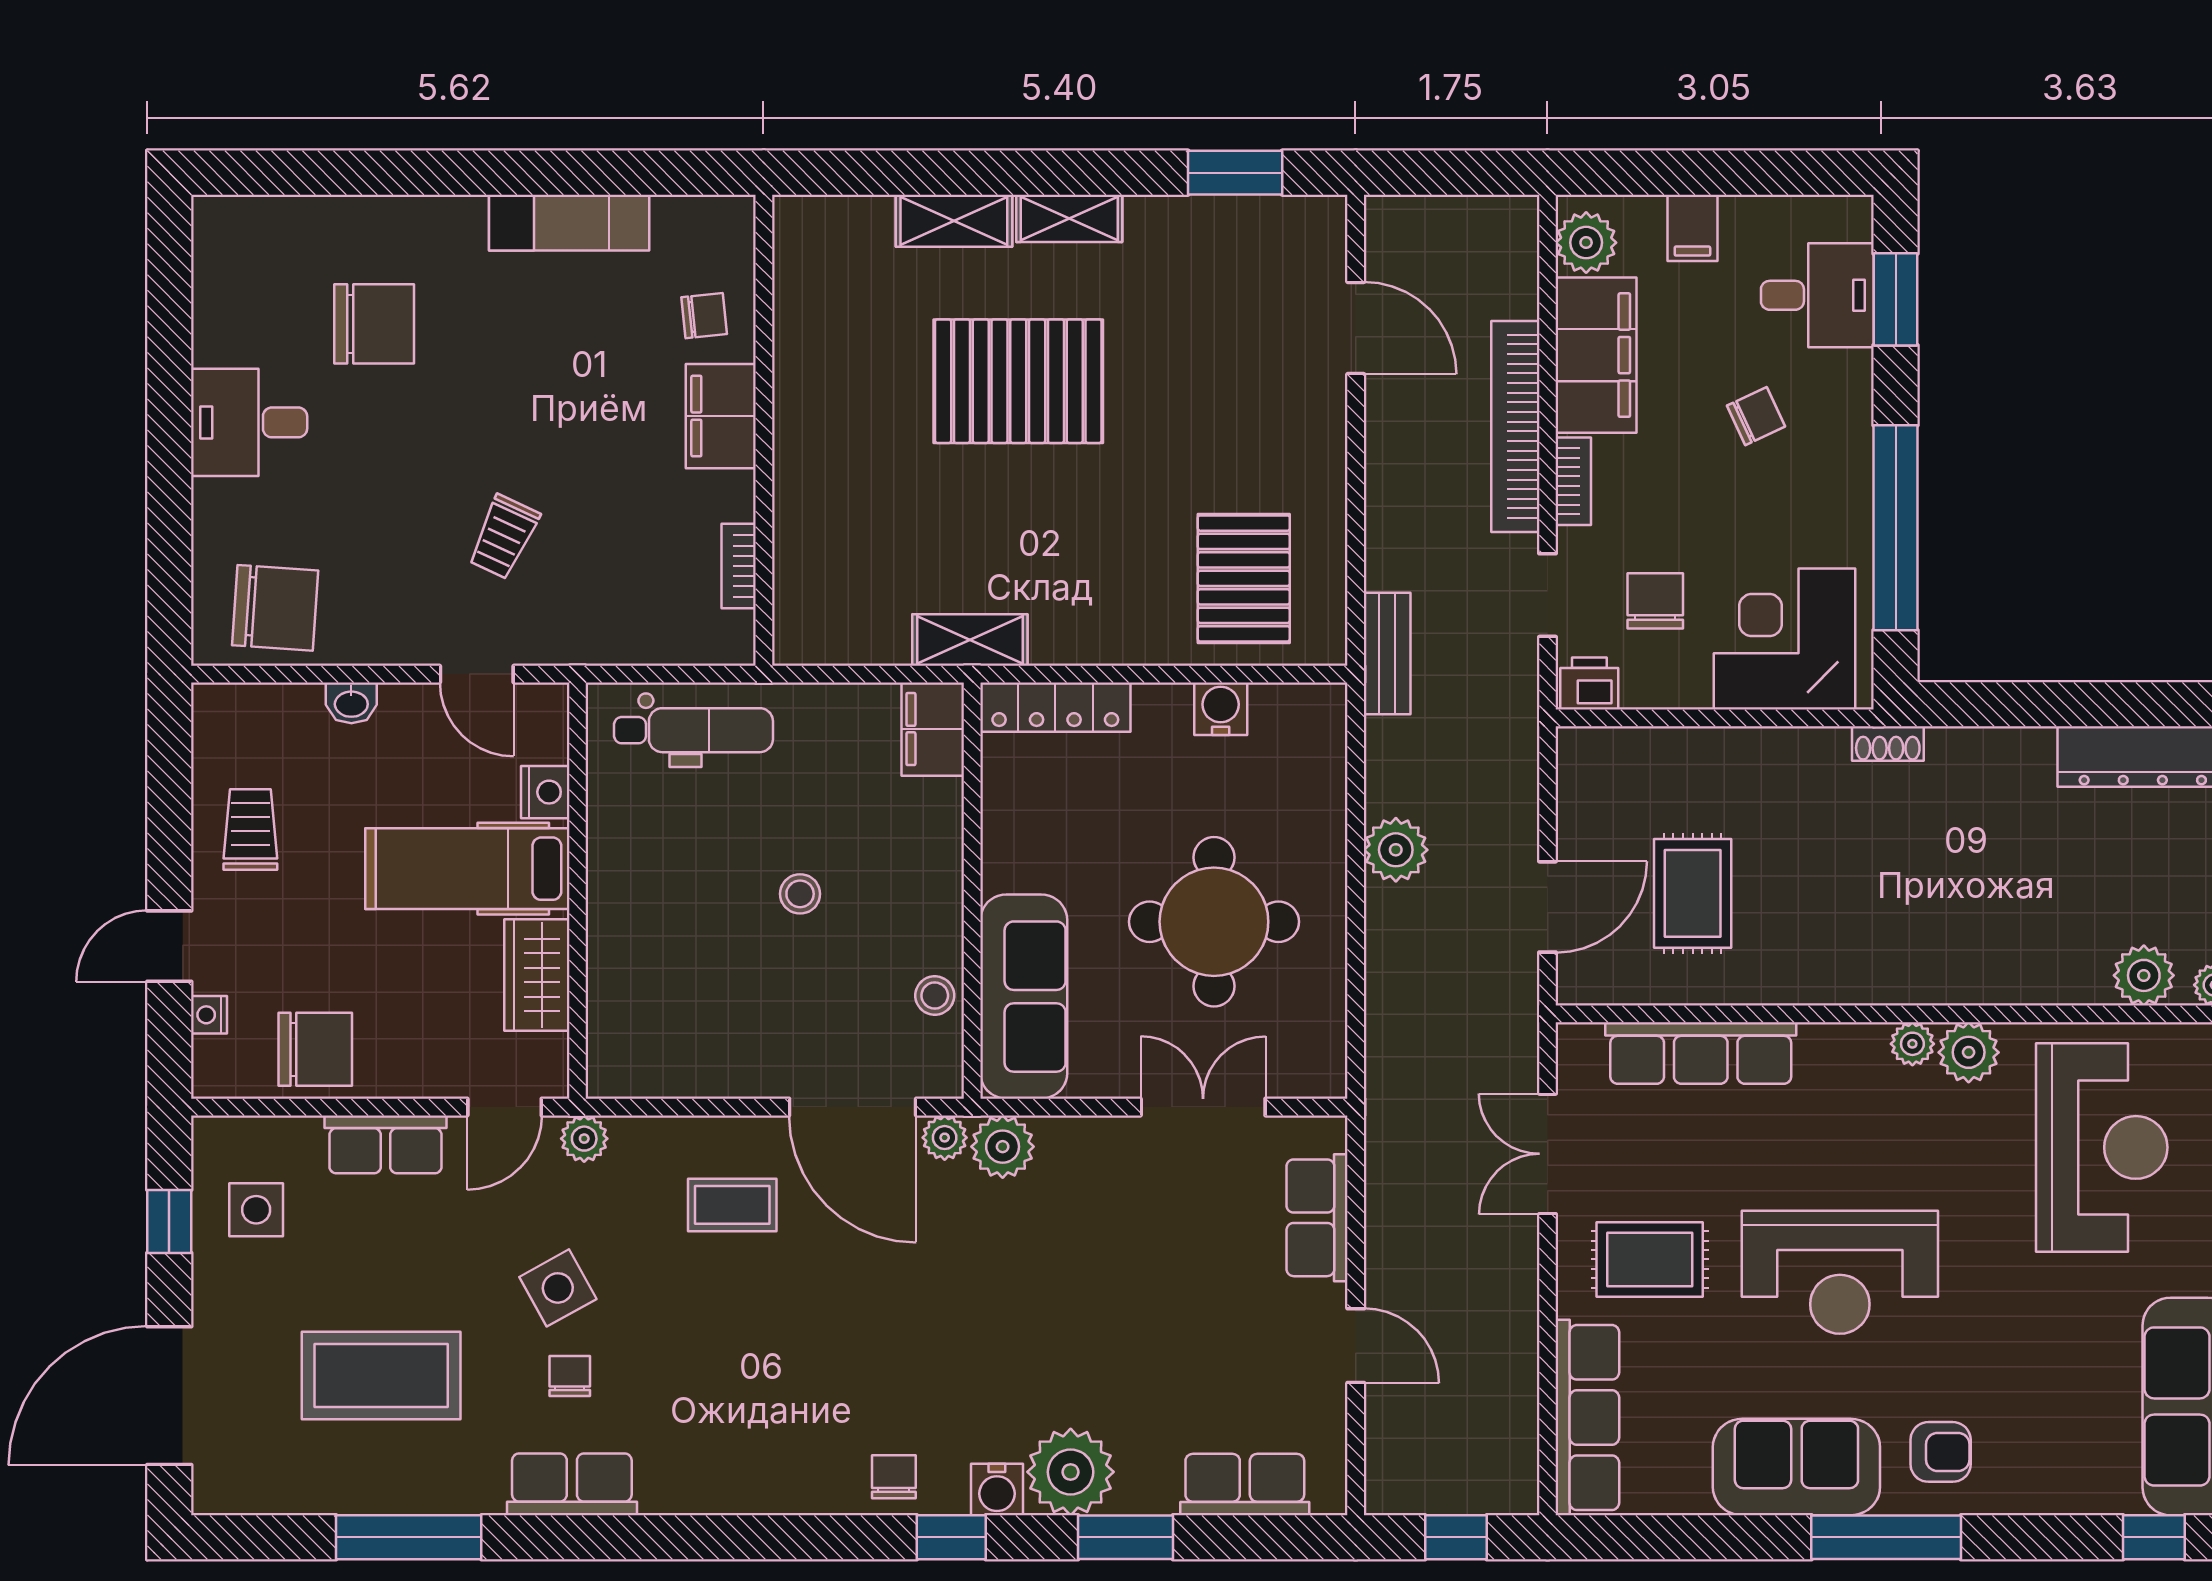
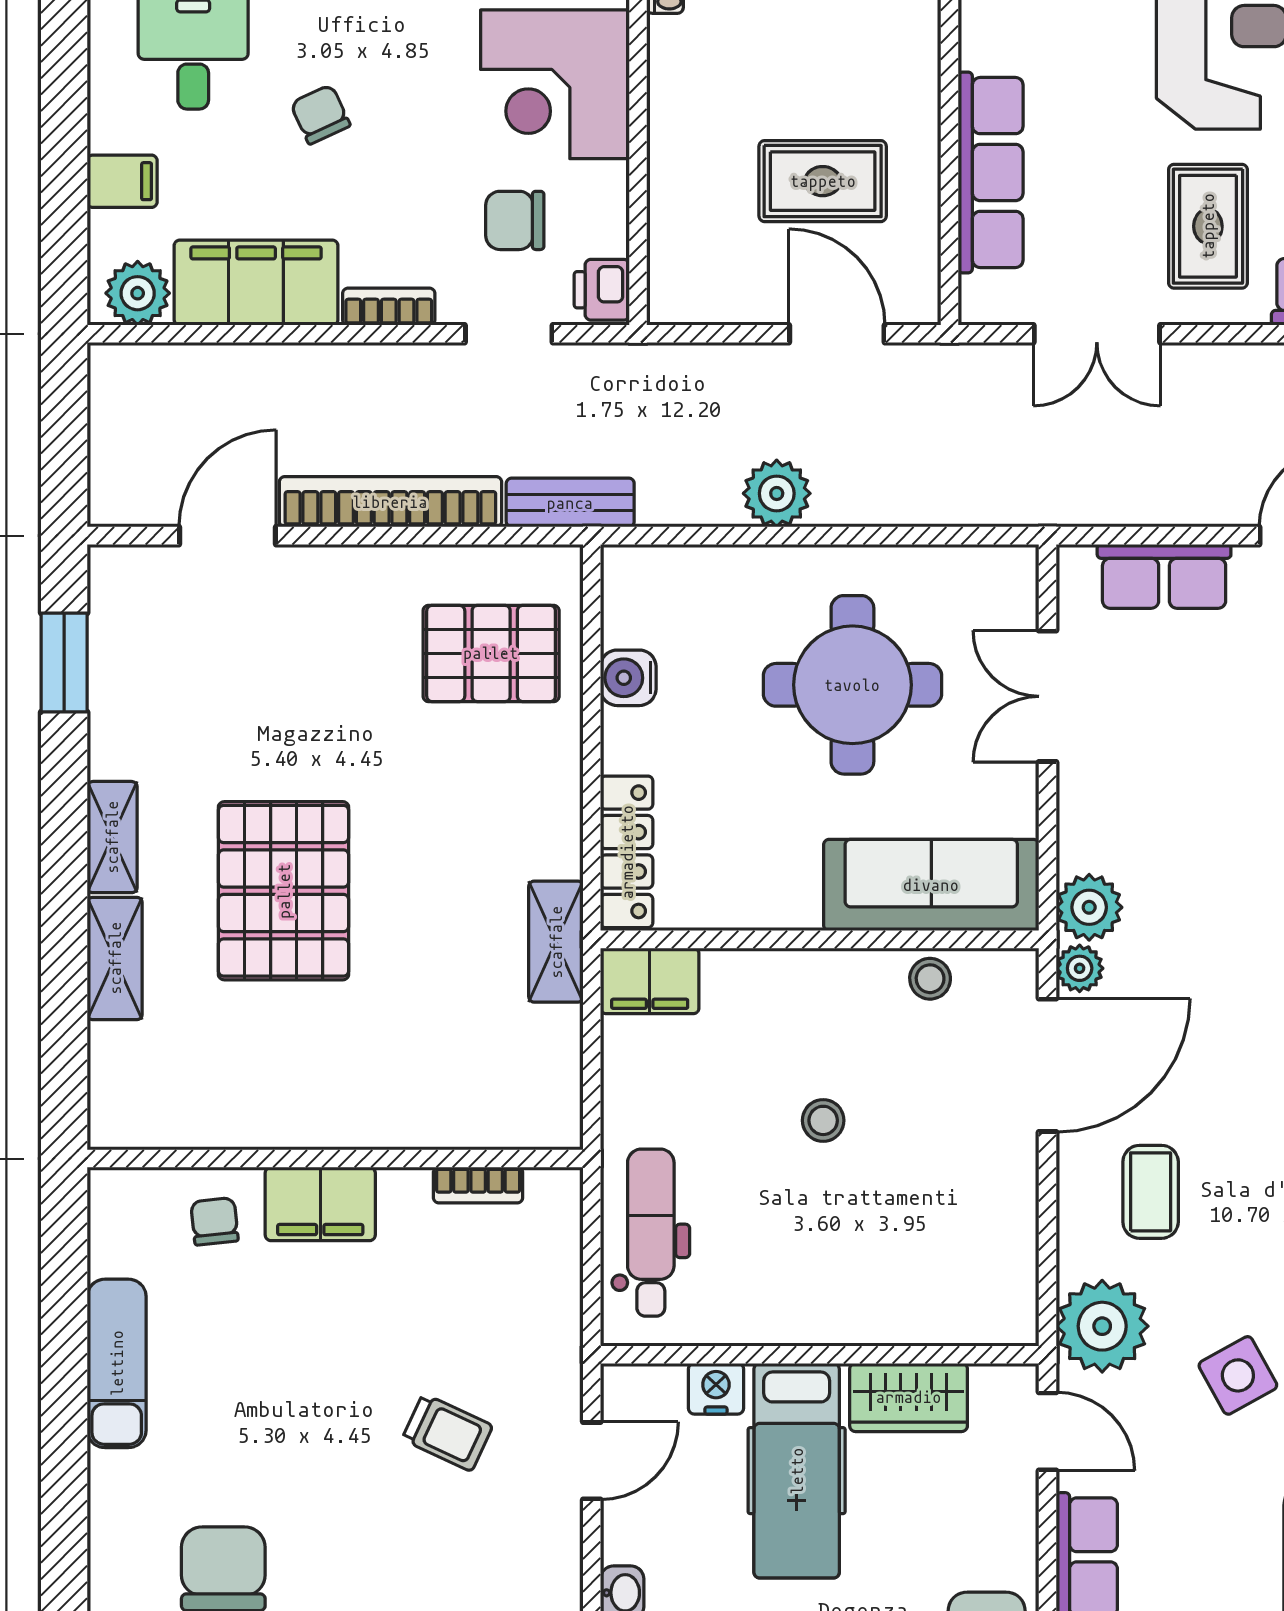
bookcase: (1515, 426) -> (390, 502), moved, turned 180
plant: (584, 1139) -> (1102, 1326), width x1.87, depth x1.87

